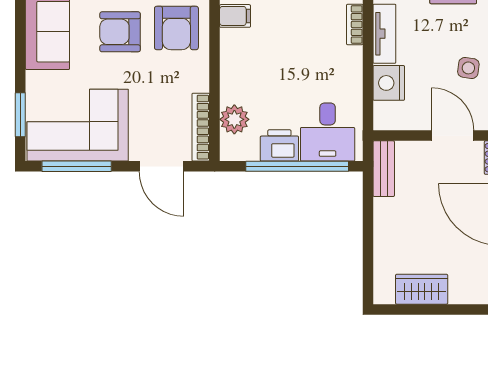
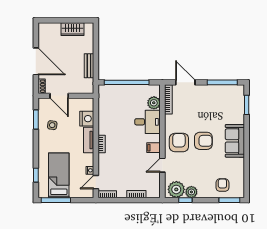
corner sofa: (78, 125) -> (222, 100), removed
desk: (328, 132) -> (147, 122), moved, turned 90
printer: (279, 145) -> (134, 92), removed
bench: (384, 169) -> (89, 66), moved

